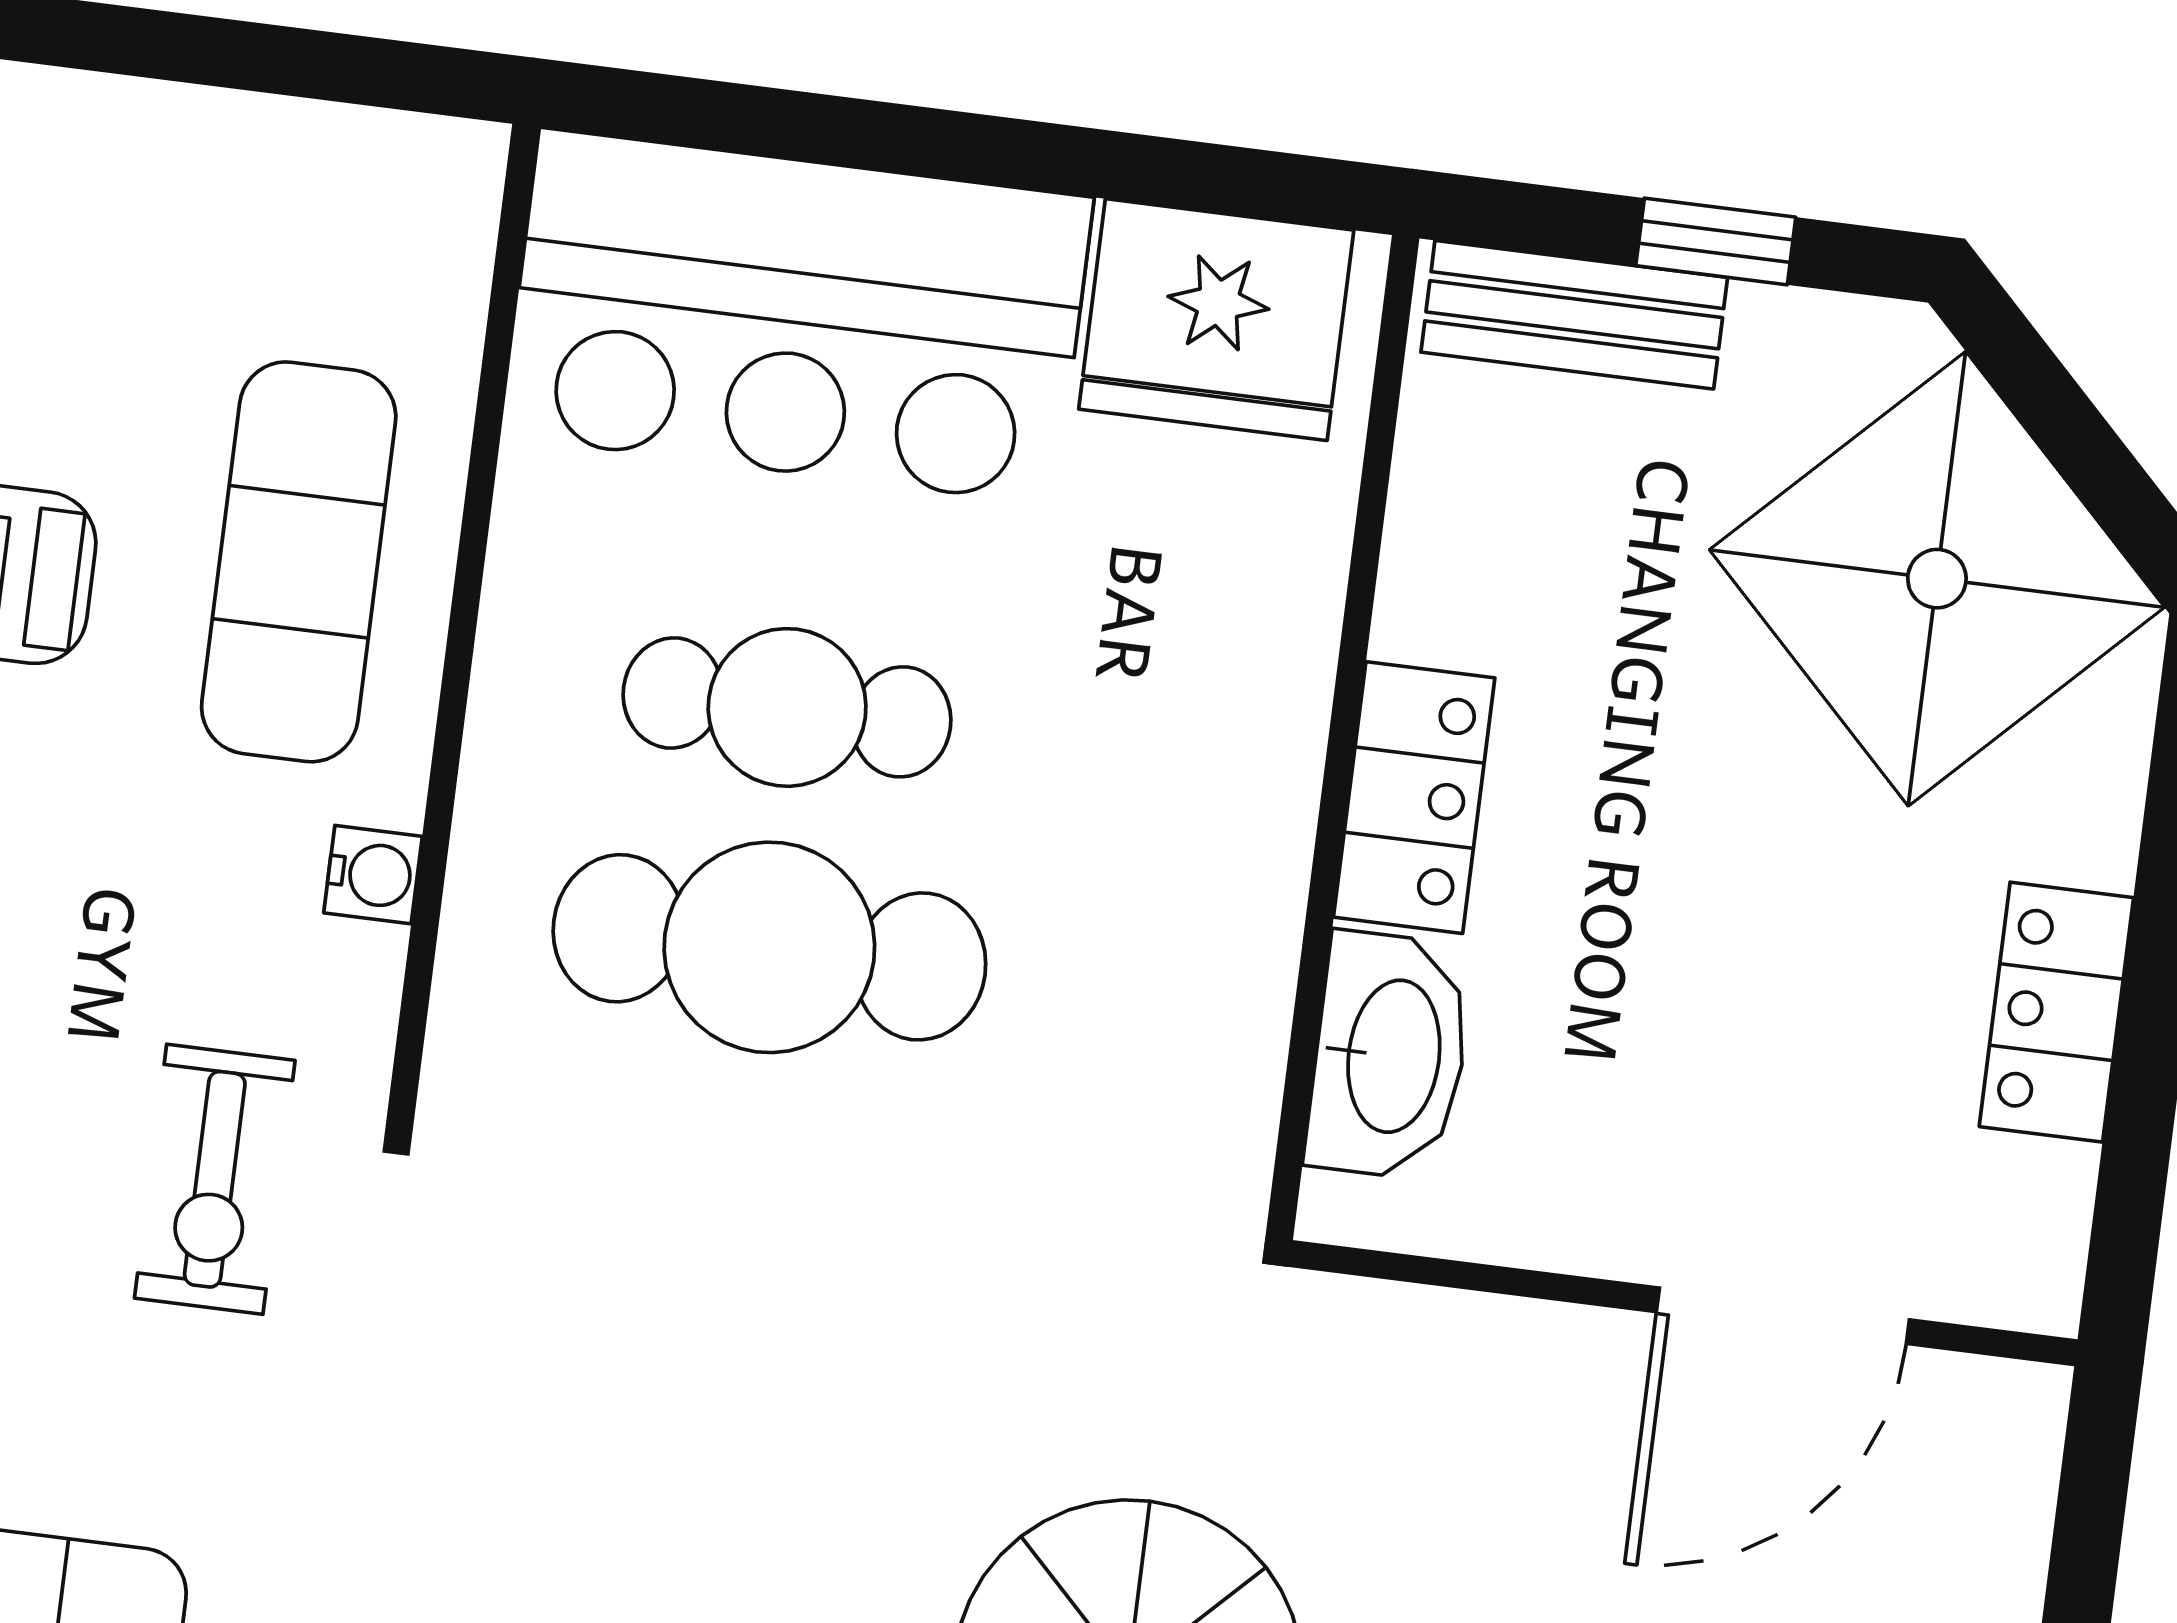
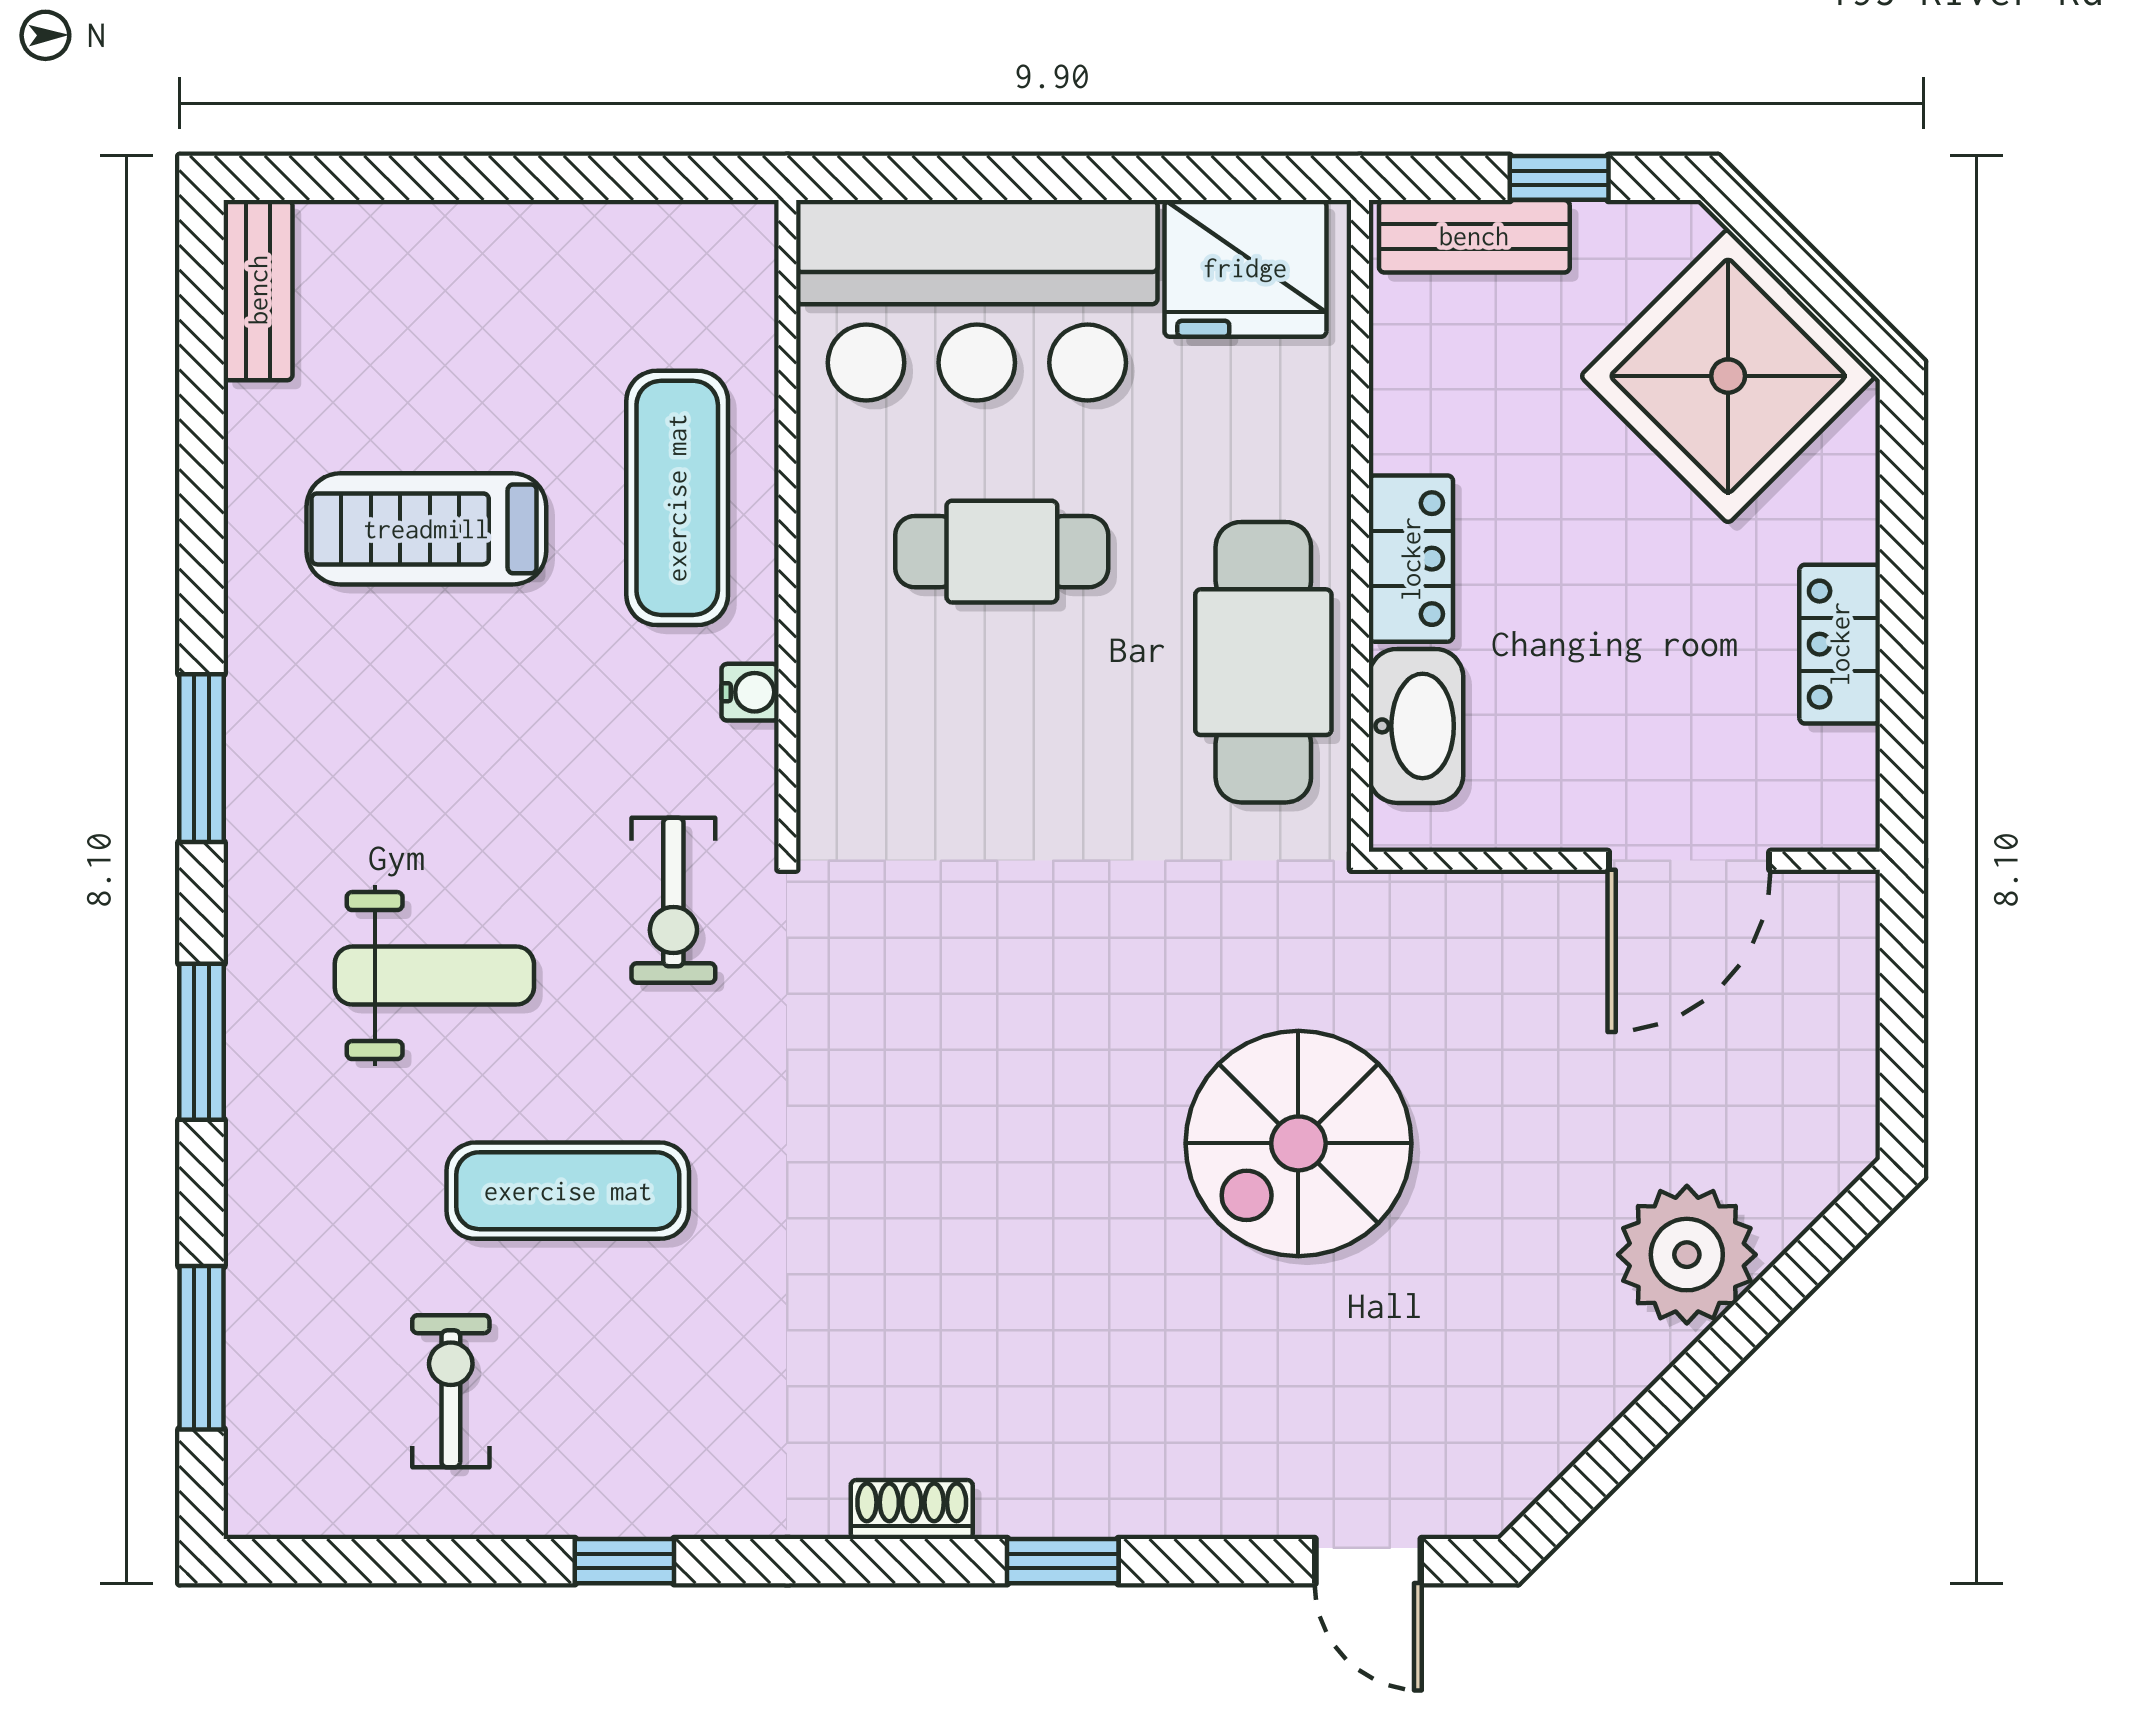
cafe table: (769, 947) -> (1263, 662), moved, turned 90

